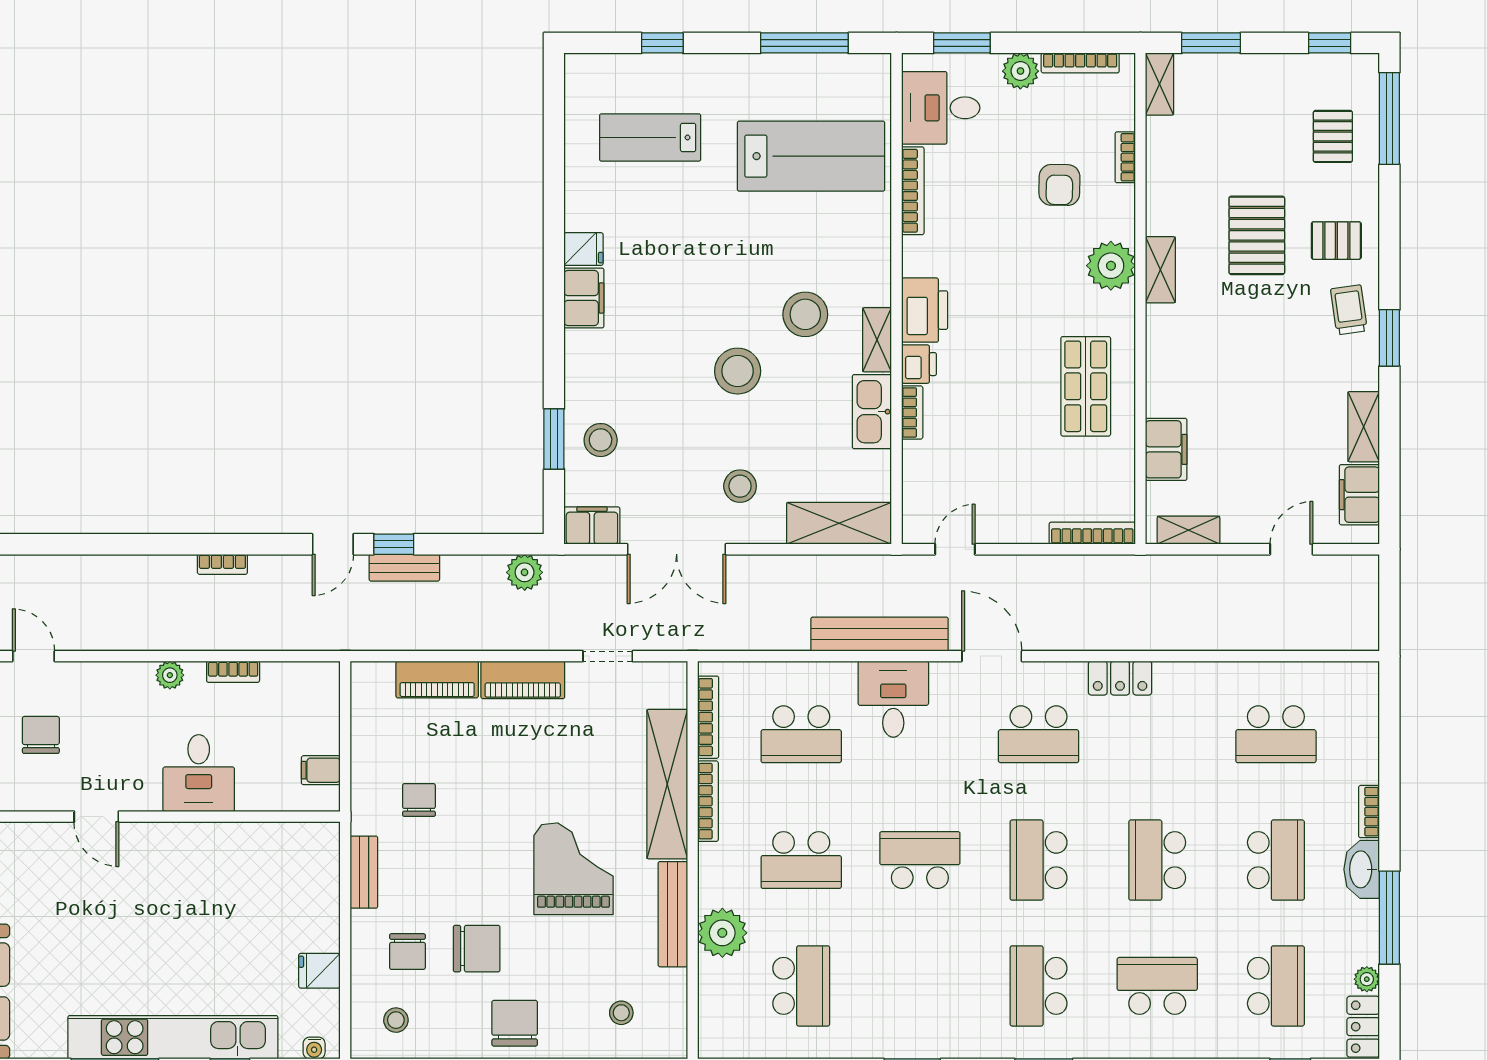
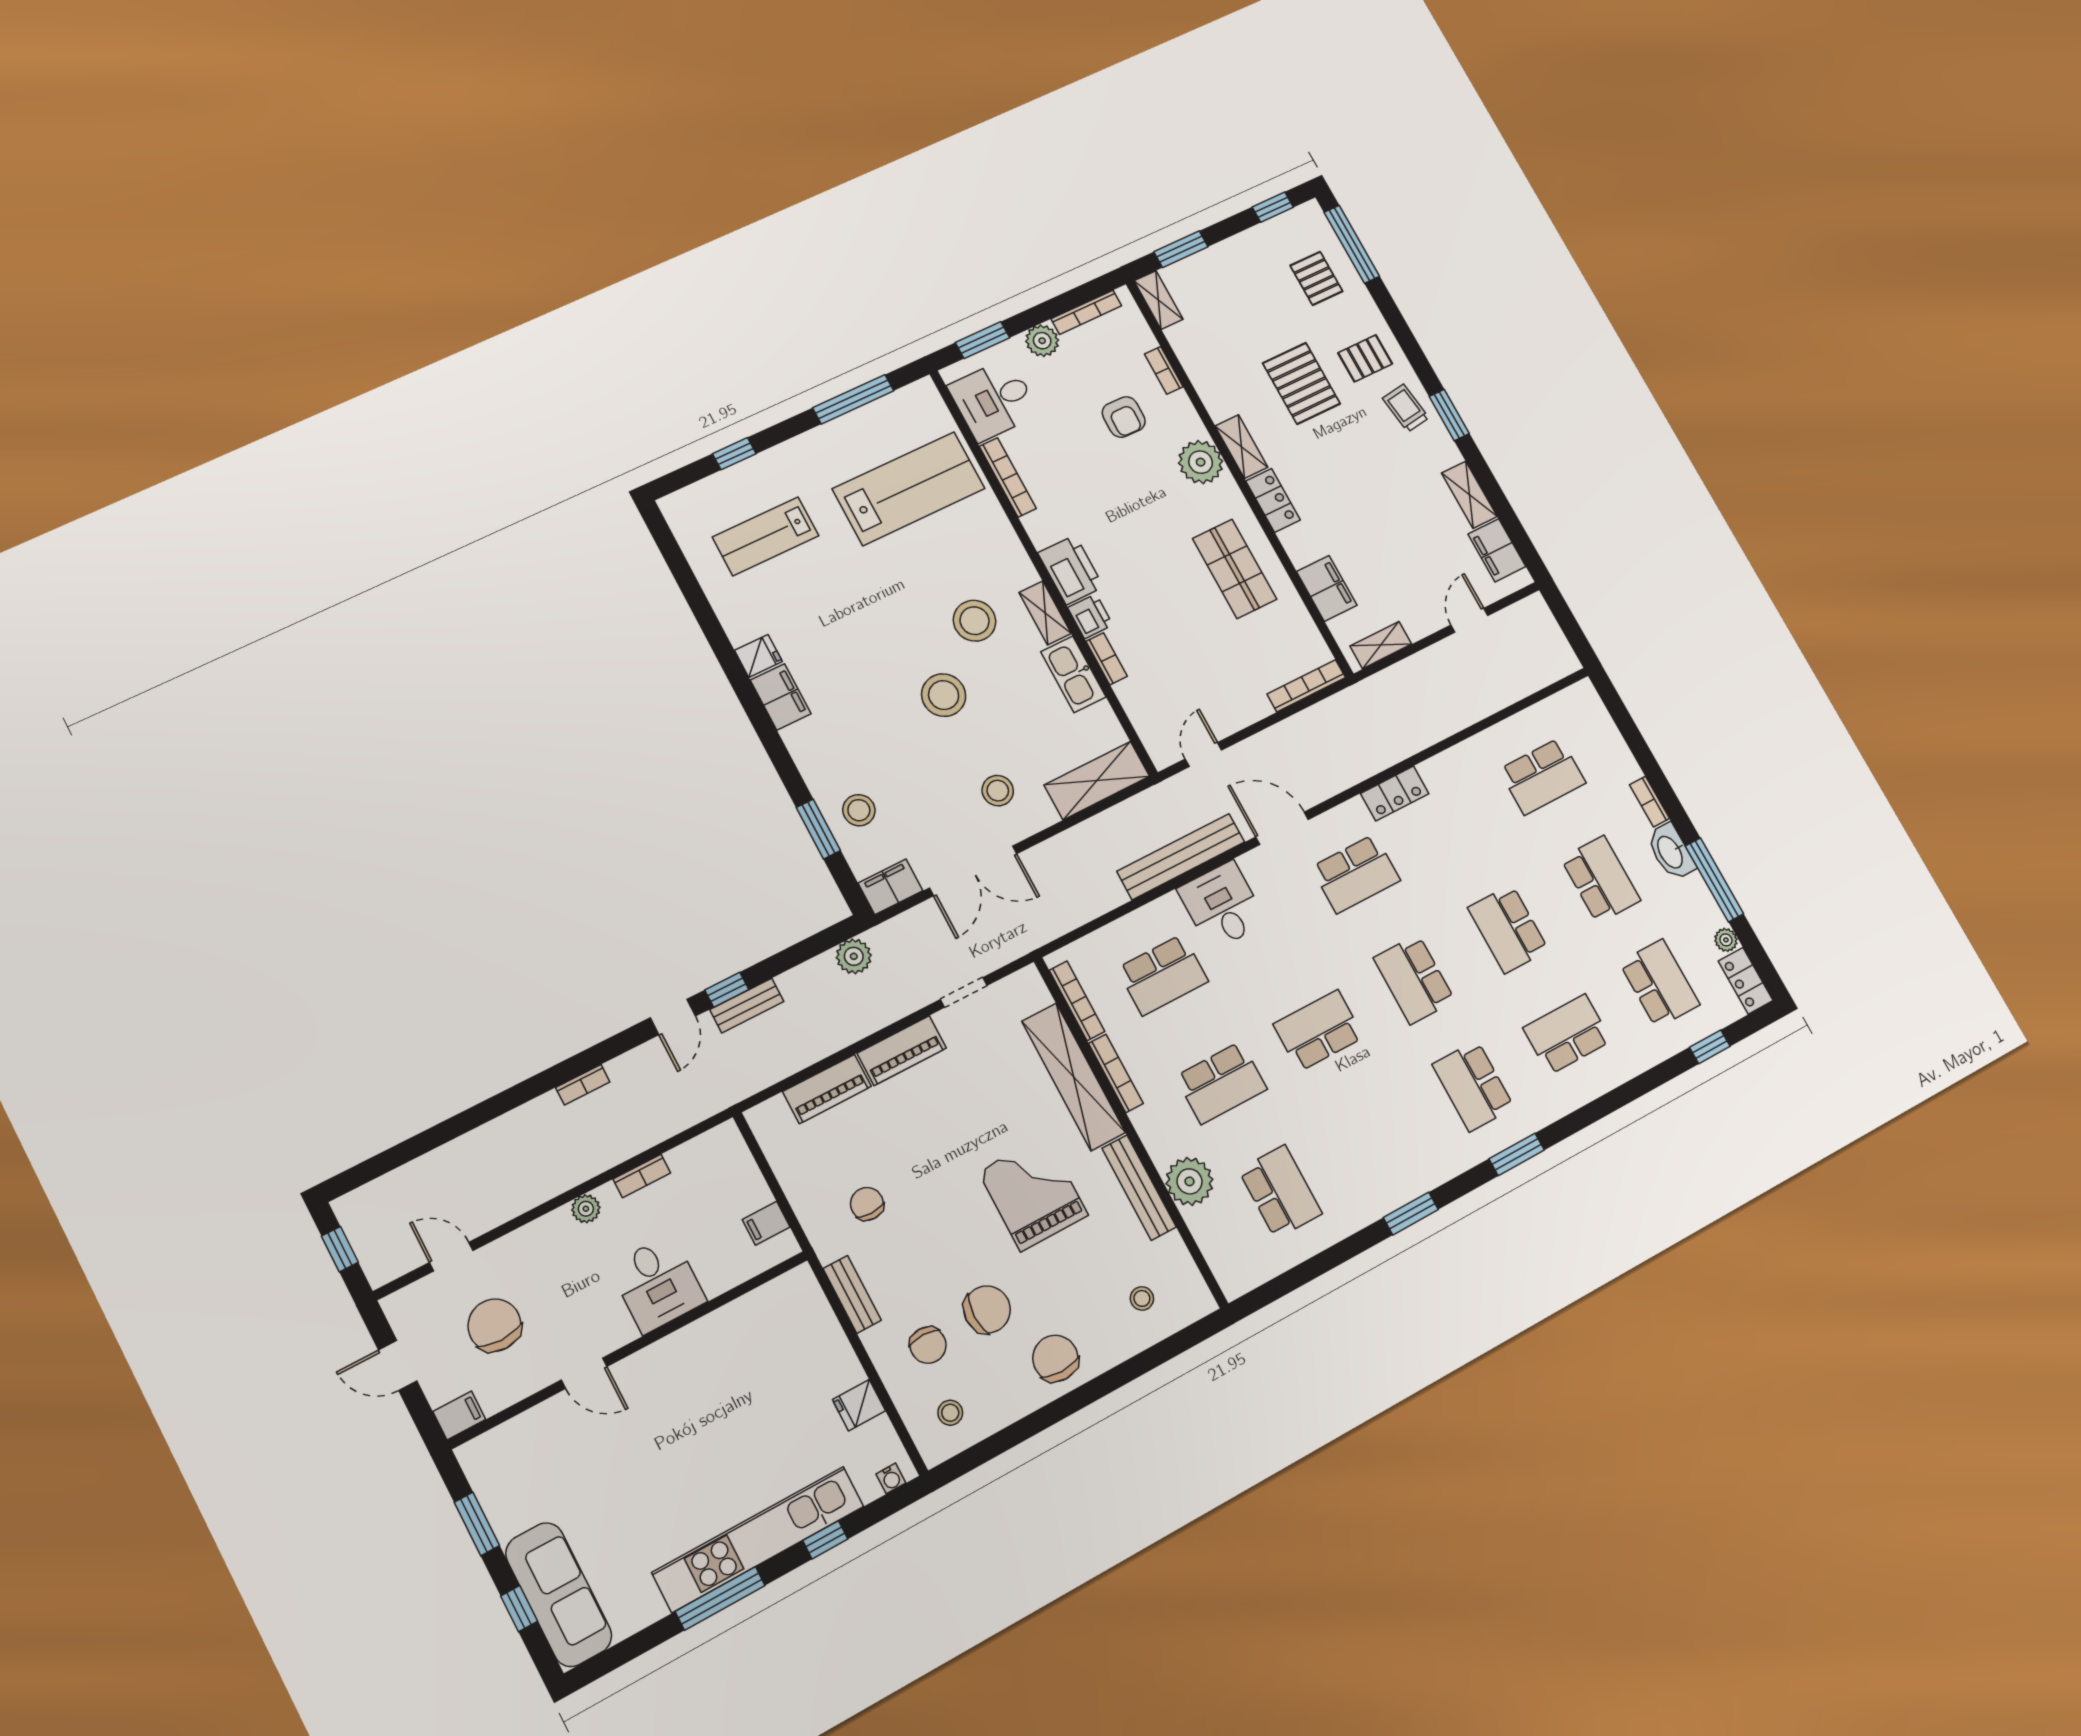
locker: (1162, 338) -> (1273, 500), added
chair: (41, 735) -> (494, 1325), width x1.37, depth x1.37

